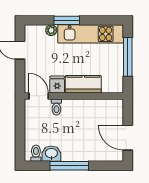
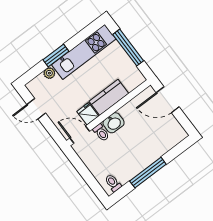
door: (128, 138) -> (168, 100), moved
washbasin: (51, 154) -> (114, 123), moved, turned 180

